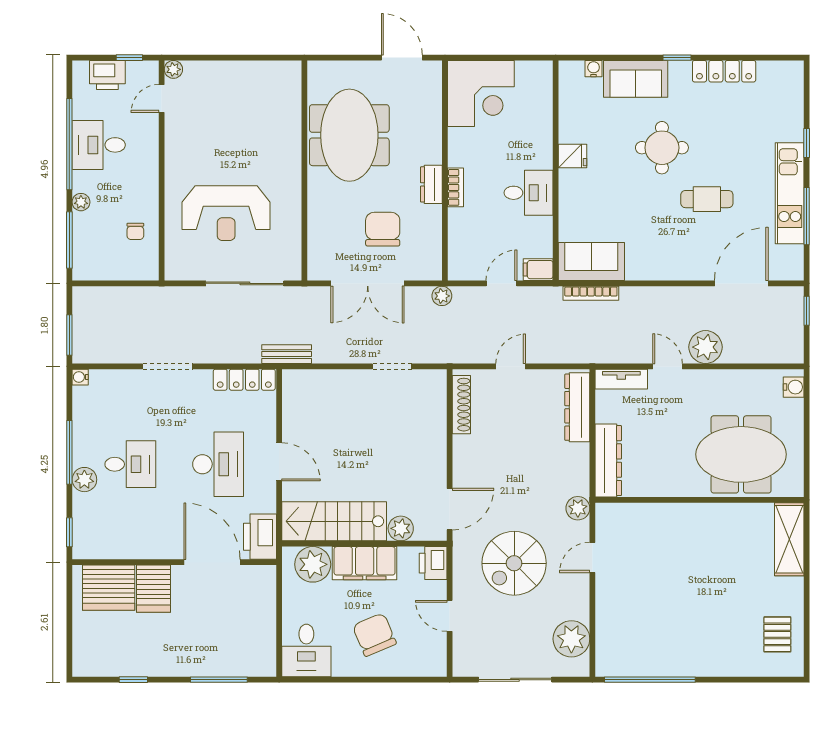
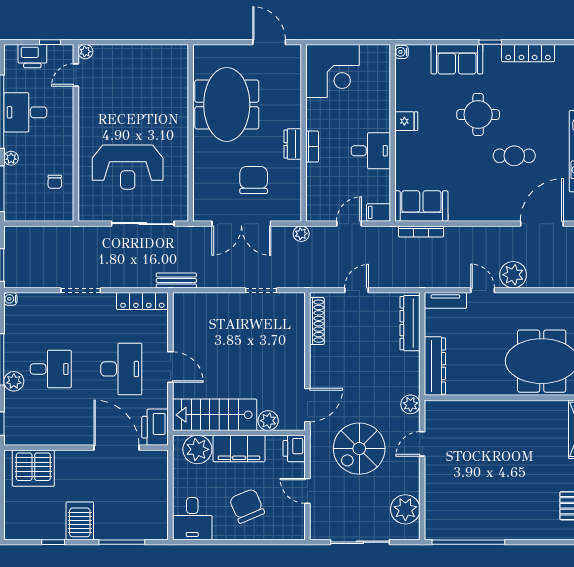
water cooler: (594, 69) -> (401, 52), moved, turned -90
server rack: (153, 589) -> (80, 521), moved, turned 180

